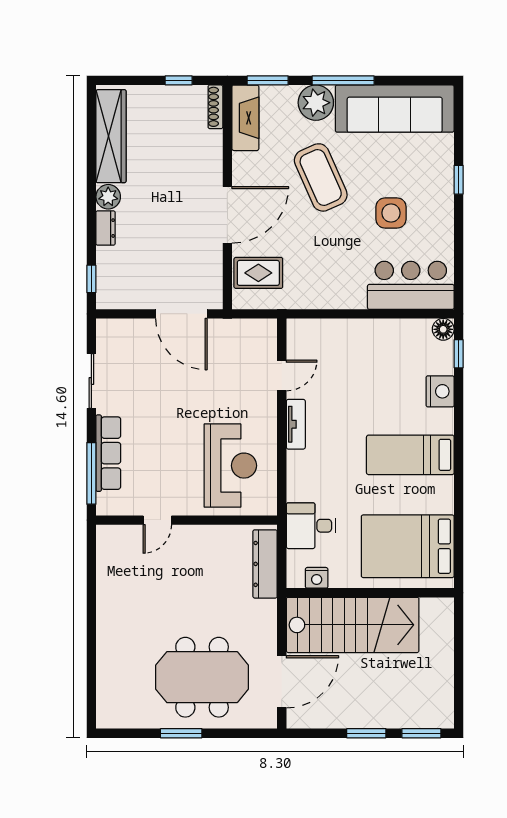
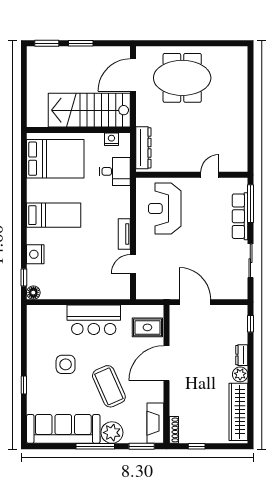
bar counter: (411, 285) -> (94, 320), moved
window: (181, 733) -> (195, 43), removed

